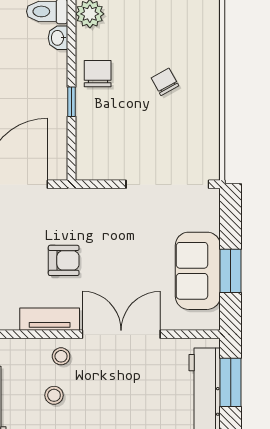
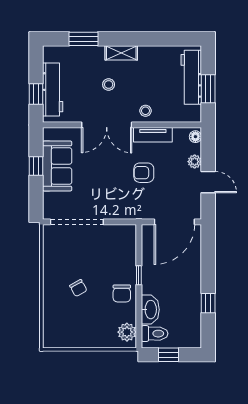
washbasin: (58, 38) -> (150, 310), width x1.91, depth x1.45
window: (231, 271) -> (36, 166), width x0.67
window: (231, 382) -> (36, 94), width x0.67
stool: (54, 395) -> (109, 85), moved

